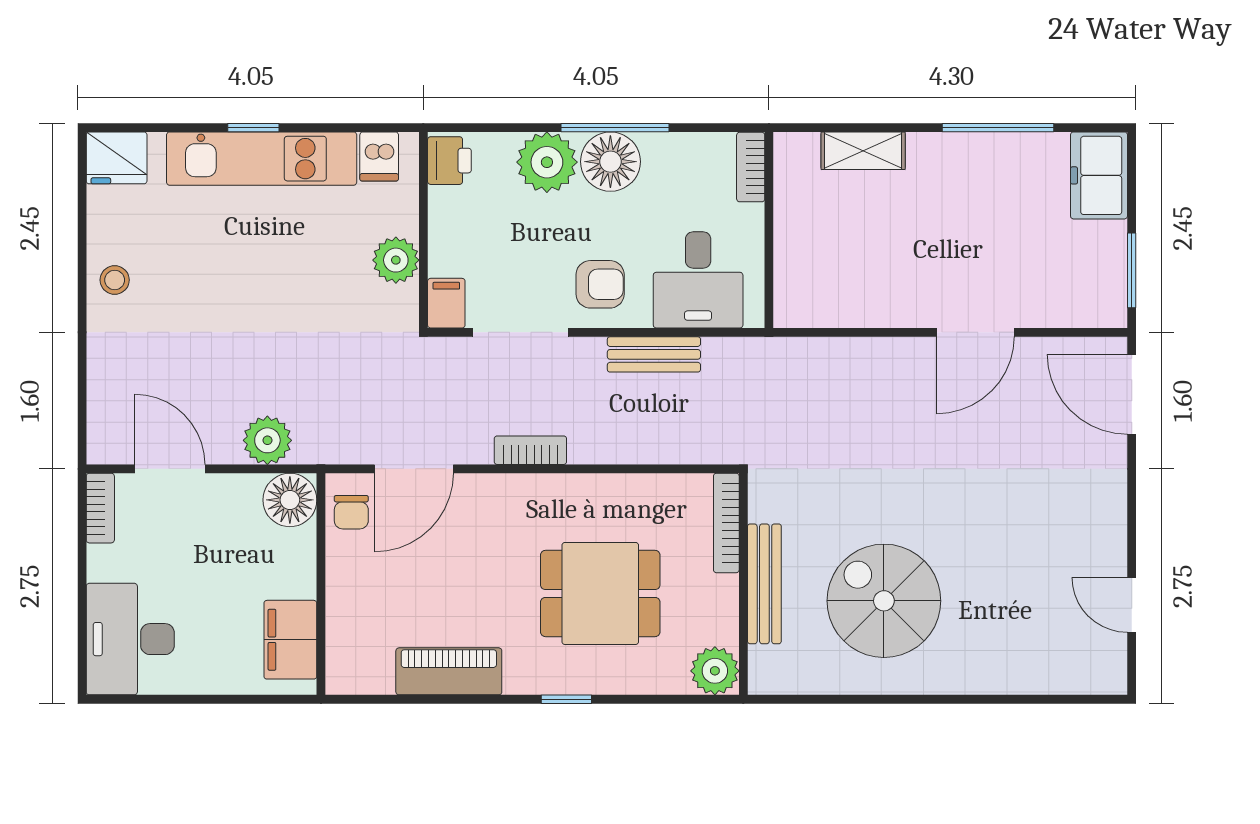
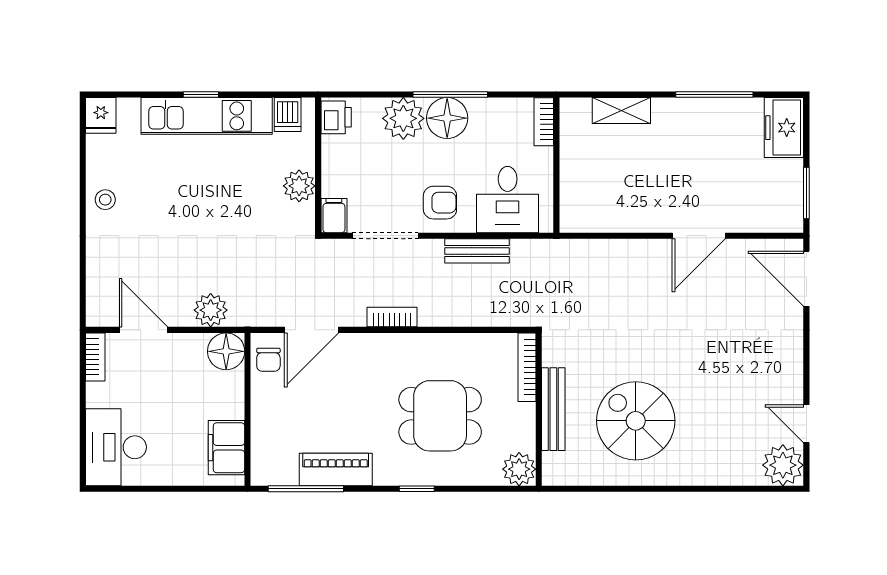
fridge: (117, 158) -> (101, 115), width x0.72
plant: (1097, 665) -> (783, 465), added
window: (406, 699) -> (306, 489), added

